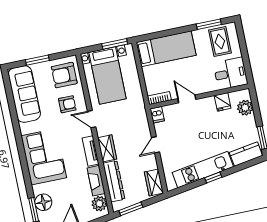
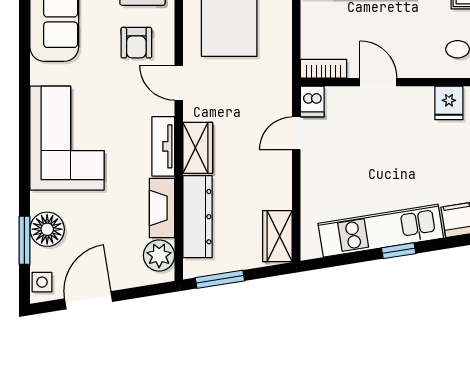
armchair: (67, 104) -> (136, 43), turned 90
door: (155, 145) -> (296, 133), moved

